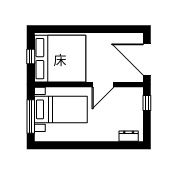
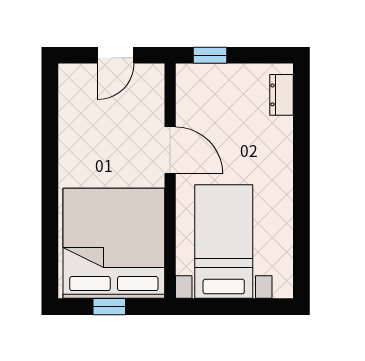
door: (147, 60) -> (116, 55), width x0.53
window: (31, 117) -> (239, 307), removed

